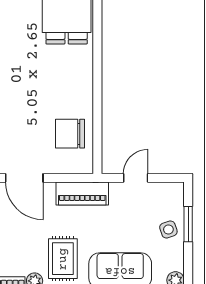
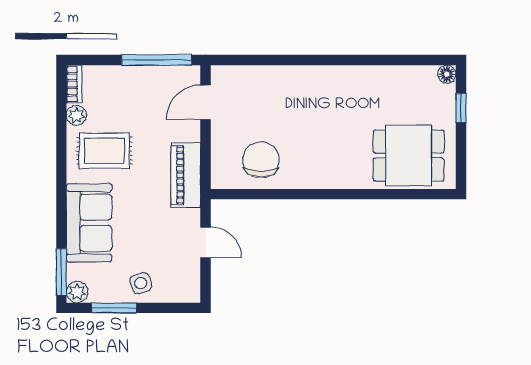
door: (24, 178) -> (206, 102), width x0.73
window: (188, 224) -> (114, 308), moved

